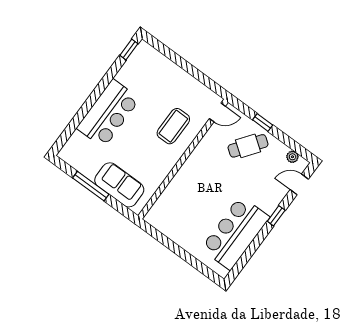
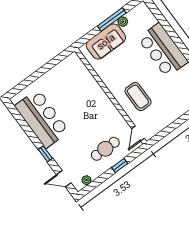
cafe table: (248, 146) -> (105, 149), turned 54
plant: (89, 172) -> (123, 22), added
door: (299, 184) -> (64, 179), swing flipped

